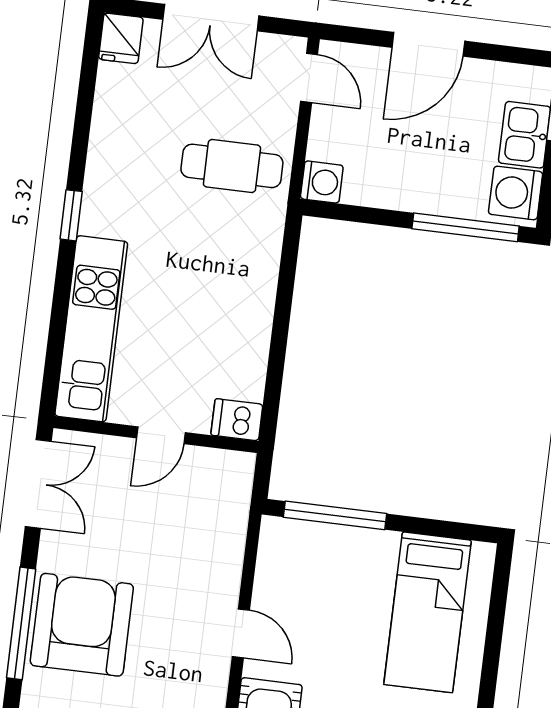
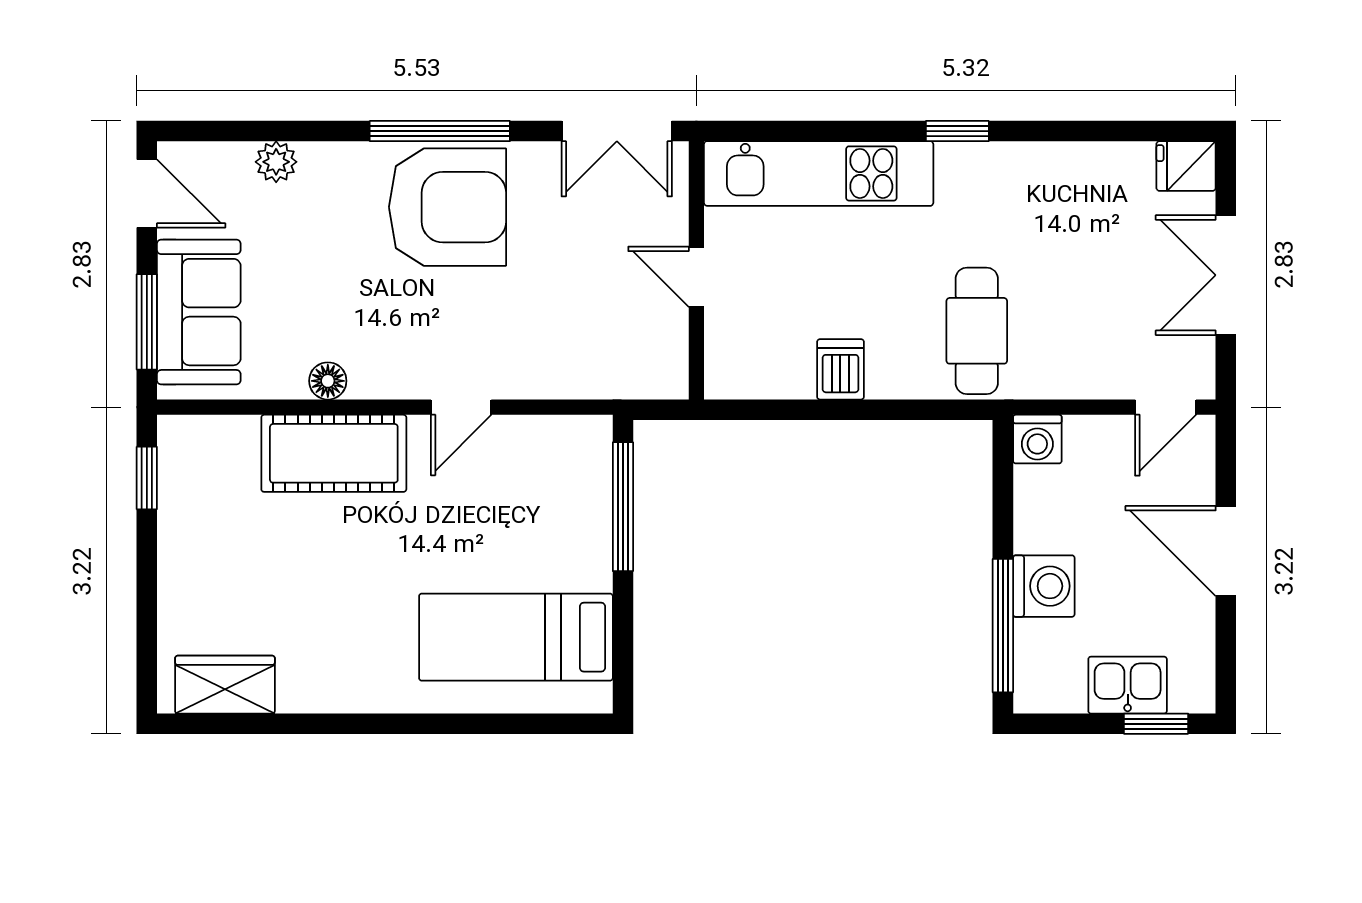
cafe table: (232, 166) -> (977, 331), moved
washing machine: (516, 193) -> (1044, 586), moved, turned 90
dishwasher: (237, 420) -> (840, 369), moved

